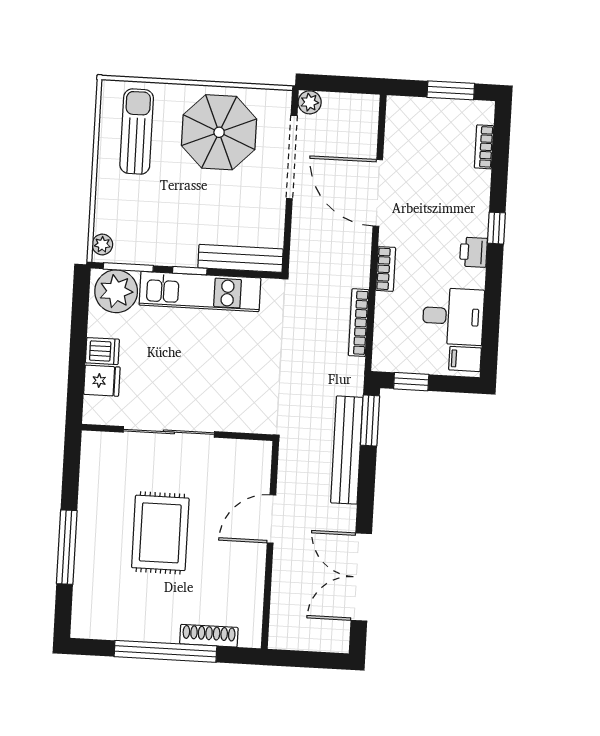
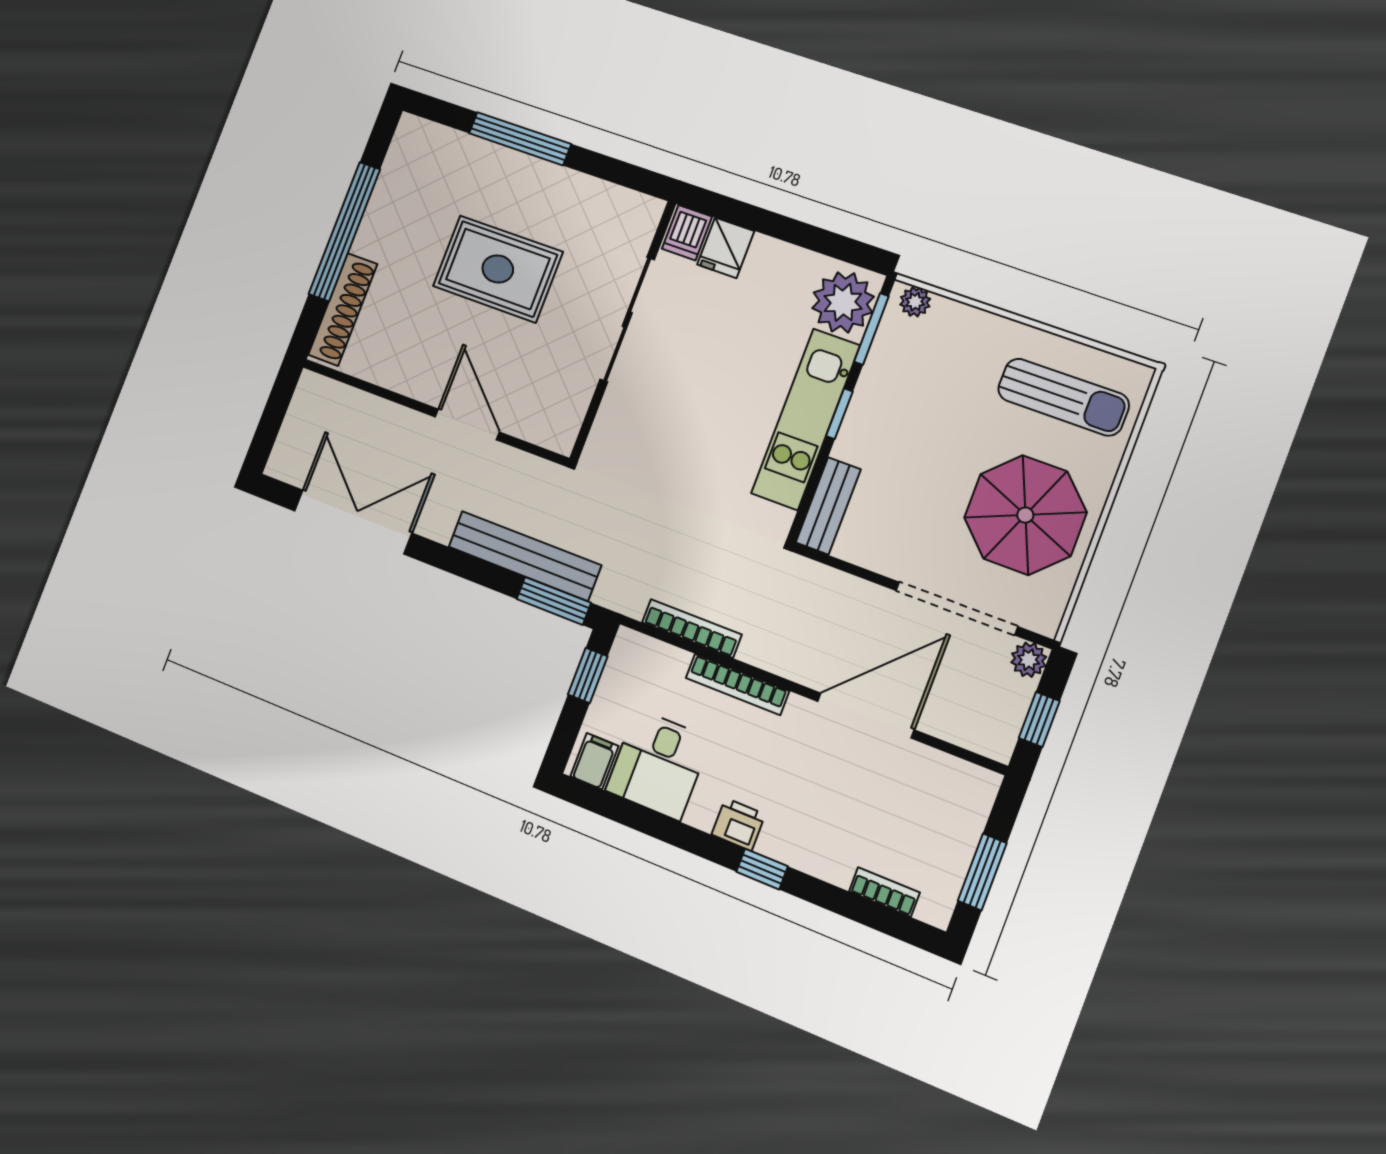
window: (345, 84) -> (1039, 719), added
bench: (240, 258) -> (828, 506), width x0.73
bookcase: (386, 269) -> (737, 684), width x1.56
dishwasher: (102, 351) -> (687, 233), moved
shoe rack: (209, 636) -> (343, 309), width x1.36, depth x1.24

